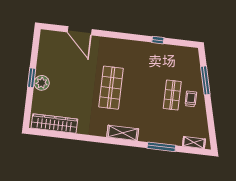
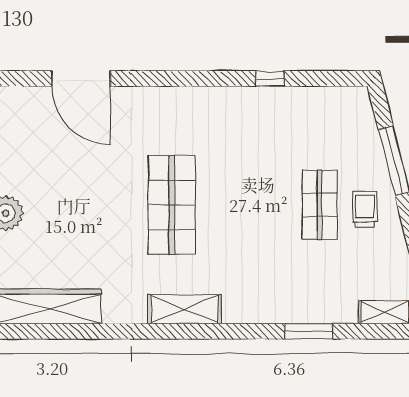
shelving: (123, 133) -> (185, 309), moved
window: (161, 147) -> (309, 331), width x0.69

